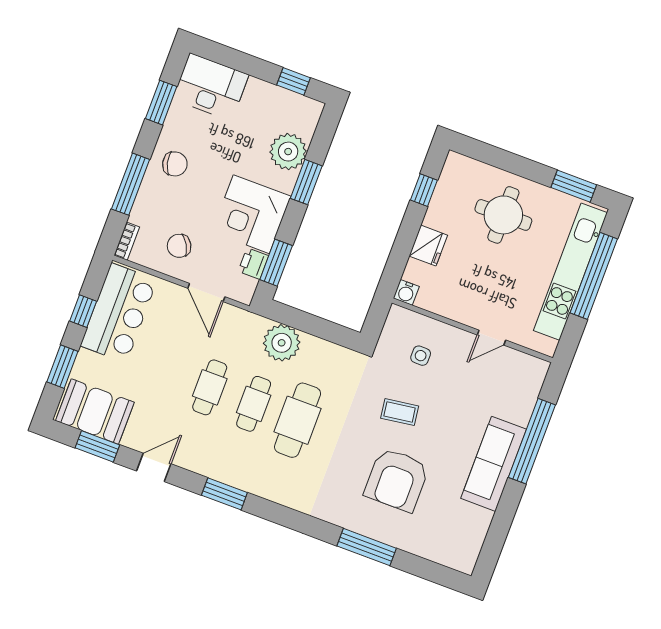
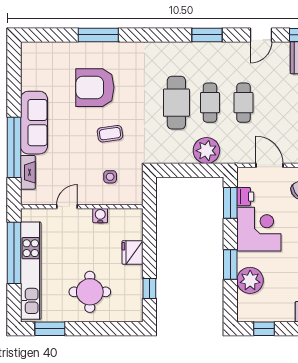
window: (594, 276) -> (14, 253), moved
water cooler: (406, 292) -> (100, 216), moved
fireplace: (526, 402) -> (28, 172), added
armchair: (397, 480) -> (95, 88), turned -90

